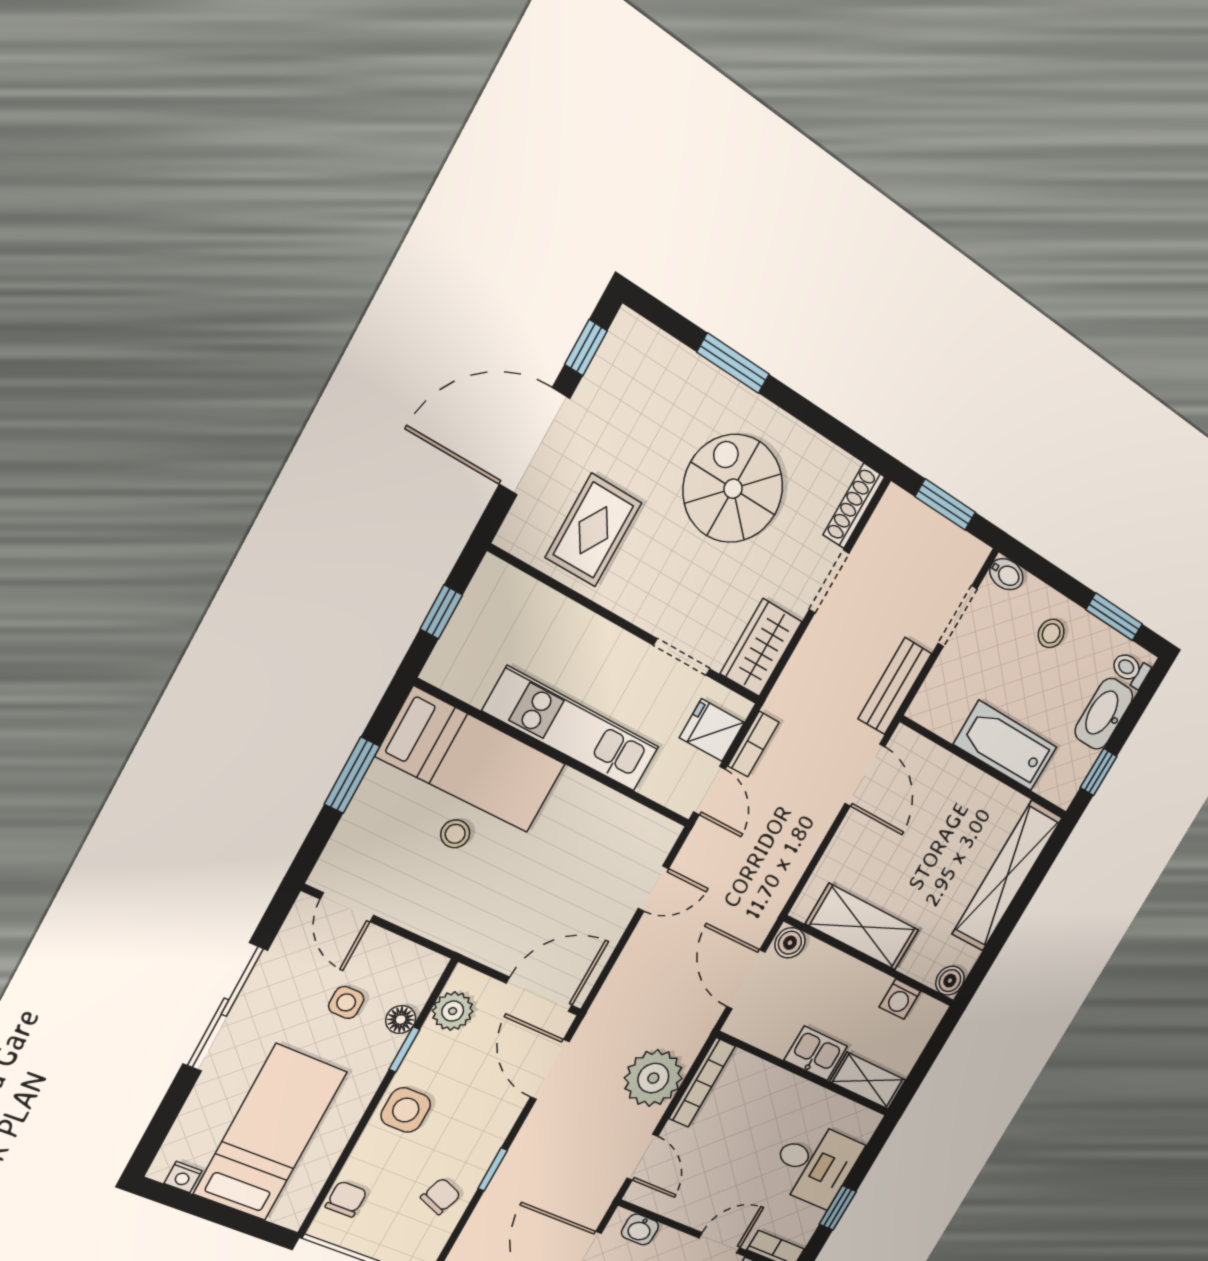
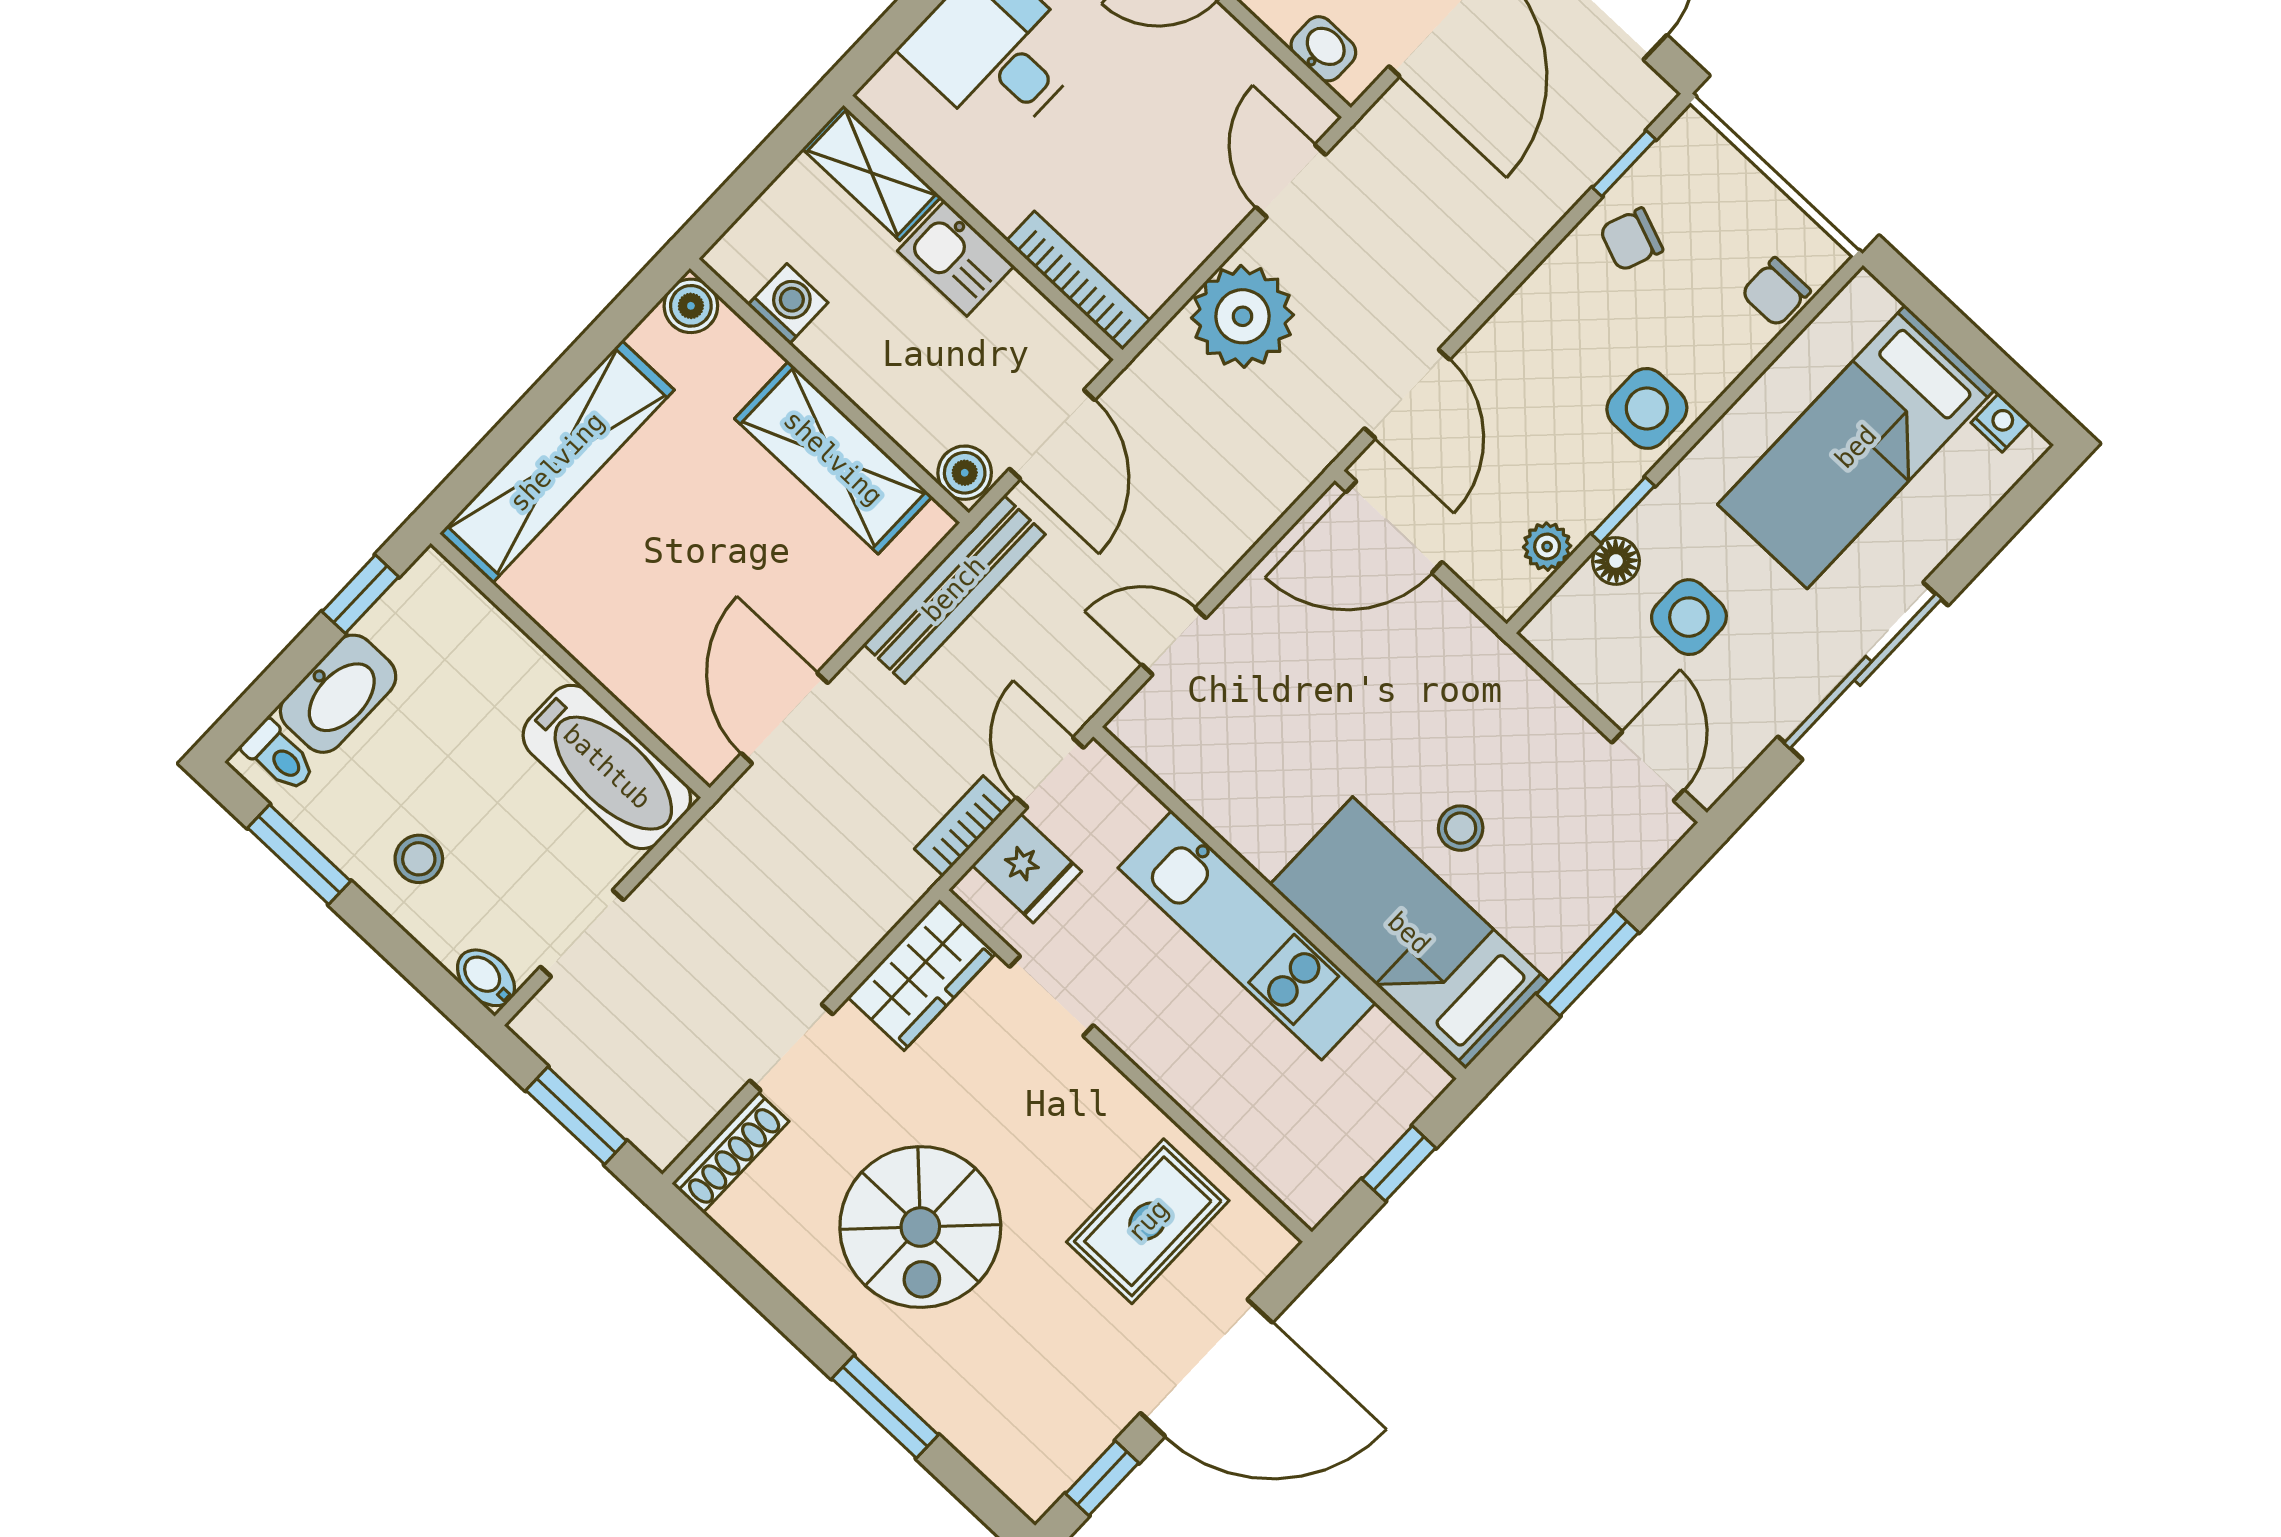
bench: (895, 686) -> (954, 589), moved, width x1.36
bathtub: (1005, 746) -> (607, 767), moved
side table: (346, 1002) -> (1689, 617), width x1.37, depth x1.37
plant: (453, 1011) -> (1547, 547), width x0.73, depth x0.73
bookcase: (702, 1082) -> (1078, 281), moved, turned 90
window: (493, 1169) -> (1624, 163), moved

